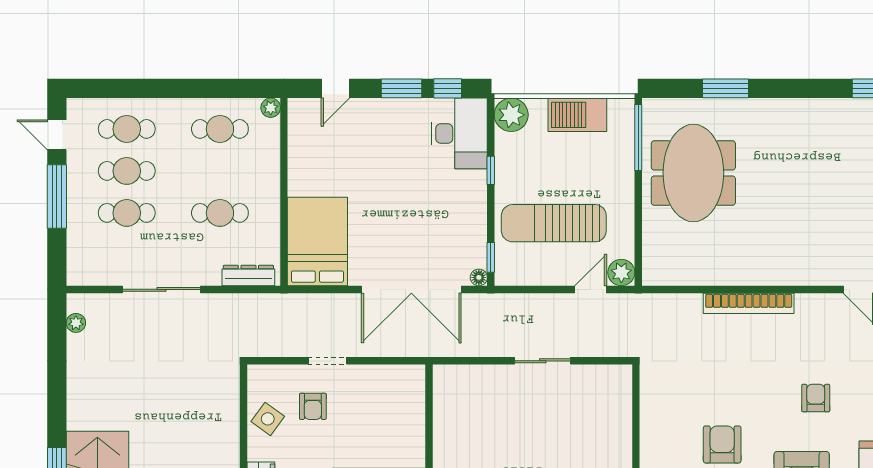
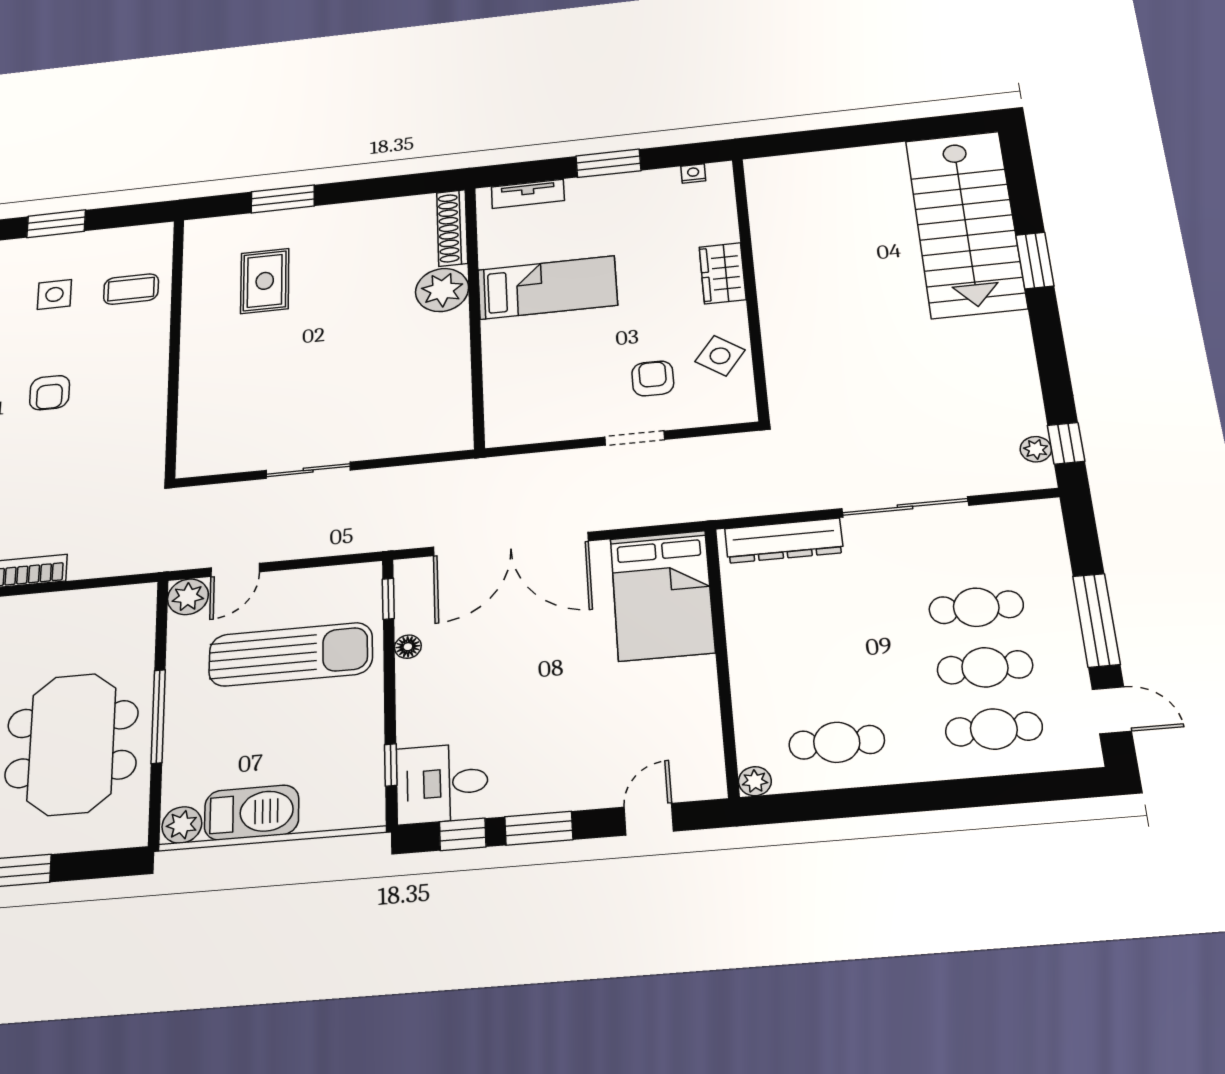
plant: (511, 115) -> (182, 825), moved, width x0.73, depth x0.73
desk: (459, 133) -> (442, 783), width x0.73
window: (638, 137) -> (158, 716), moved
window: (491, 170) -> (391, 765), moved
cafe table: (220, 213) -> (823, 621), removed
dresser: (248, 276) -> (784, 541), width x1.37, depth x1.24
floor lamp: (479, 277) -> (408, 647), moved
double door: (411, 289) -> (511, 544), swing flipped
window: (57, 325) -> (1066, 443), added
armchair: (722, 444) -> (50, 393), width x0.72, depth x0.72

